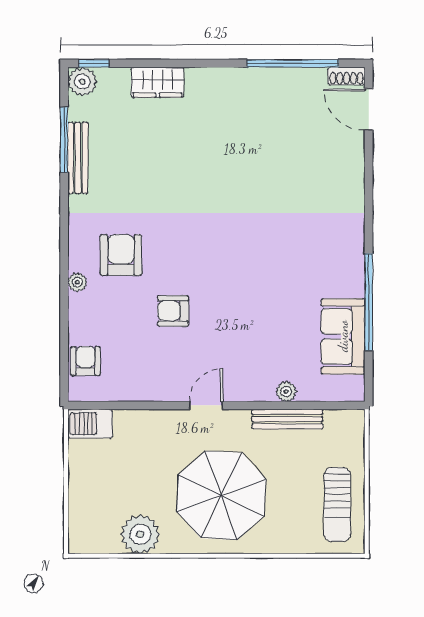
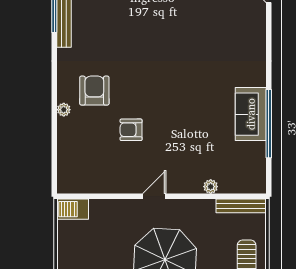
sofa: (343, 336) -> (251, 114), moved
armchair: (86, 361) -> (69, 165), removed
bench: (287, 419) -> (241, 206), moved

